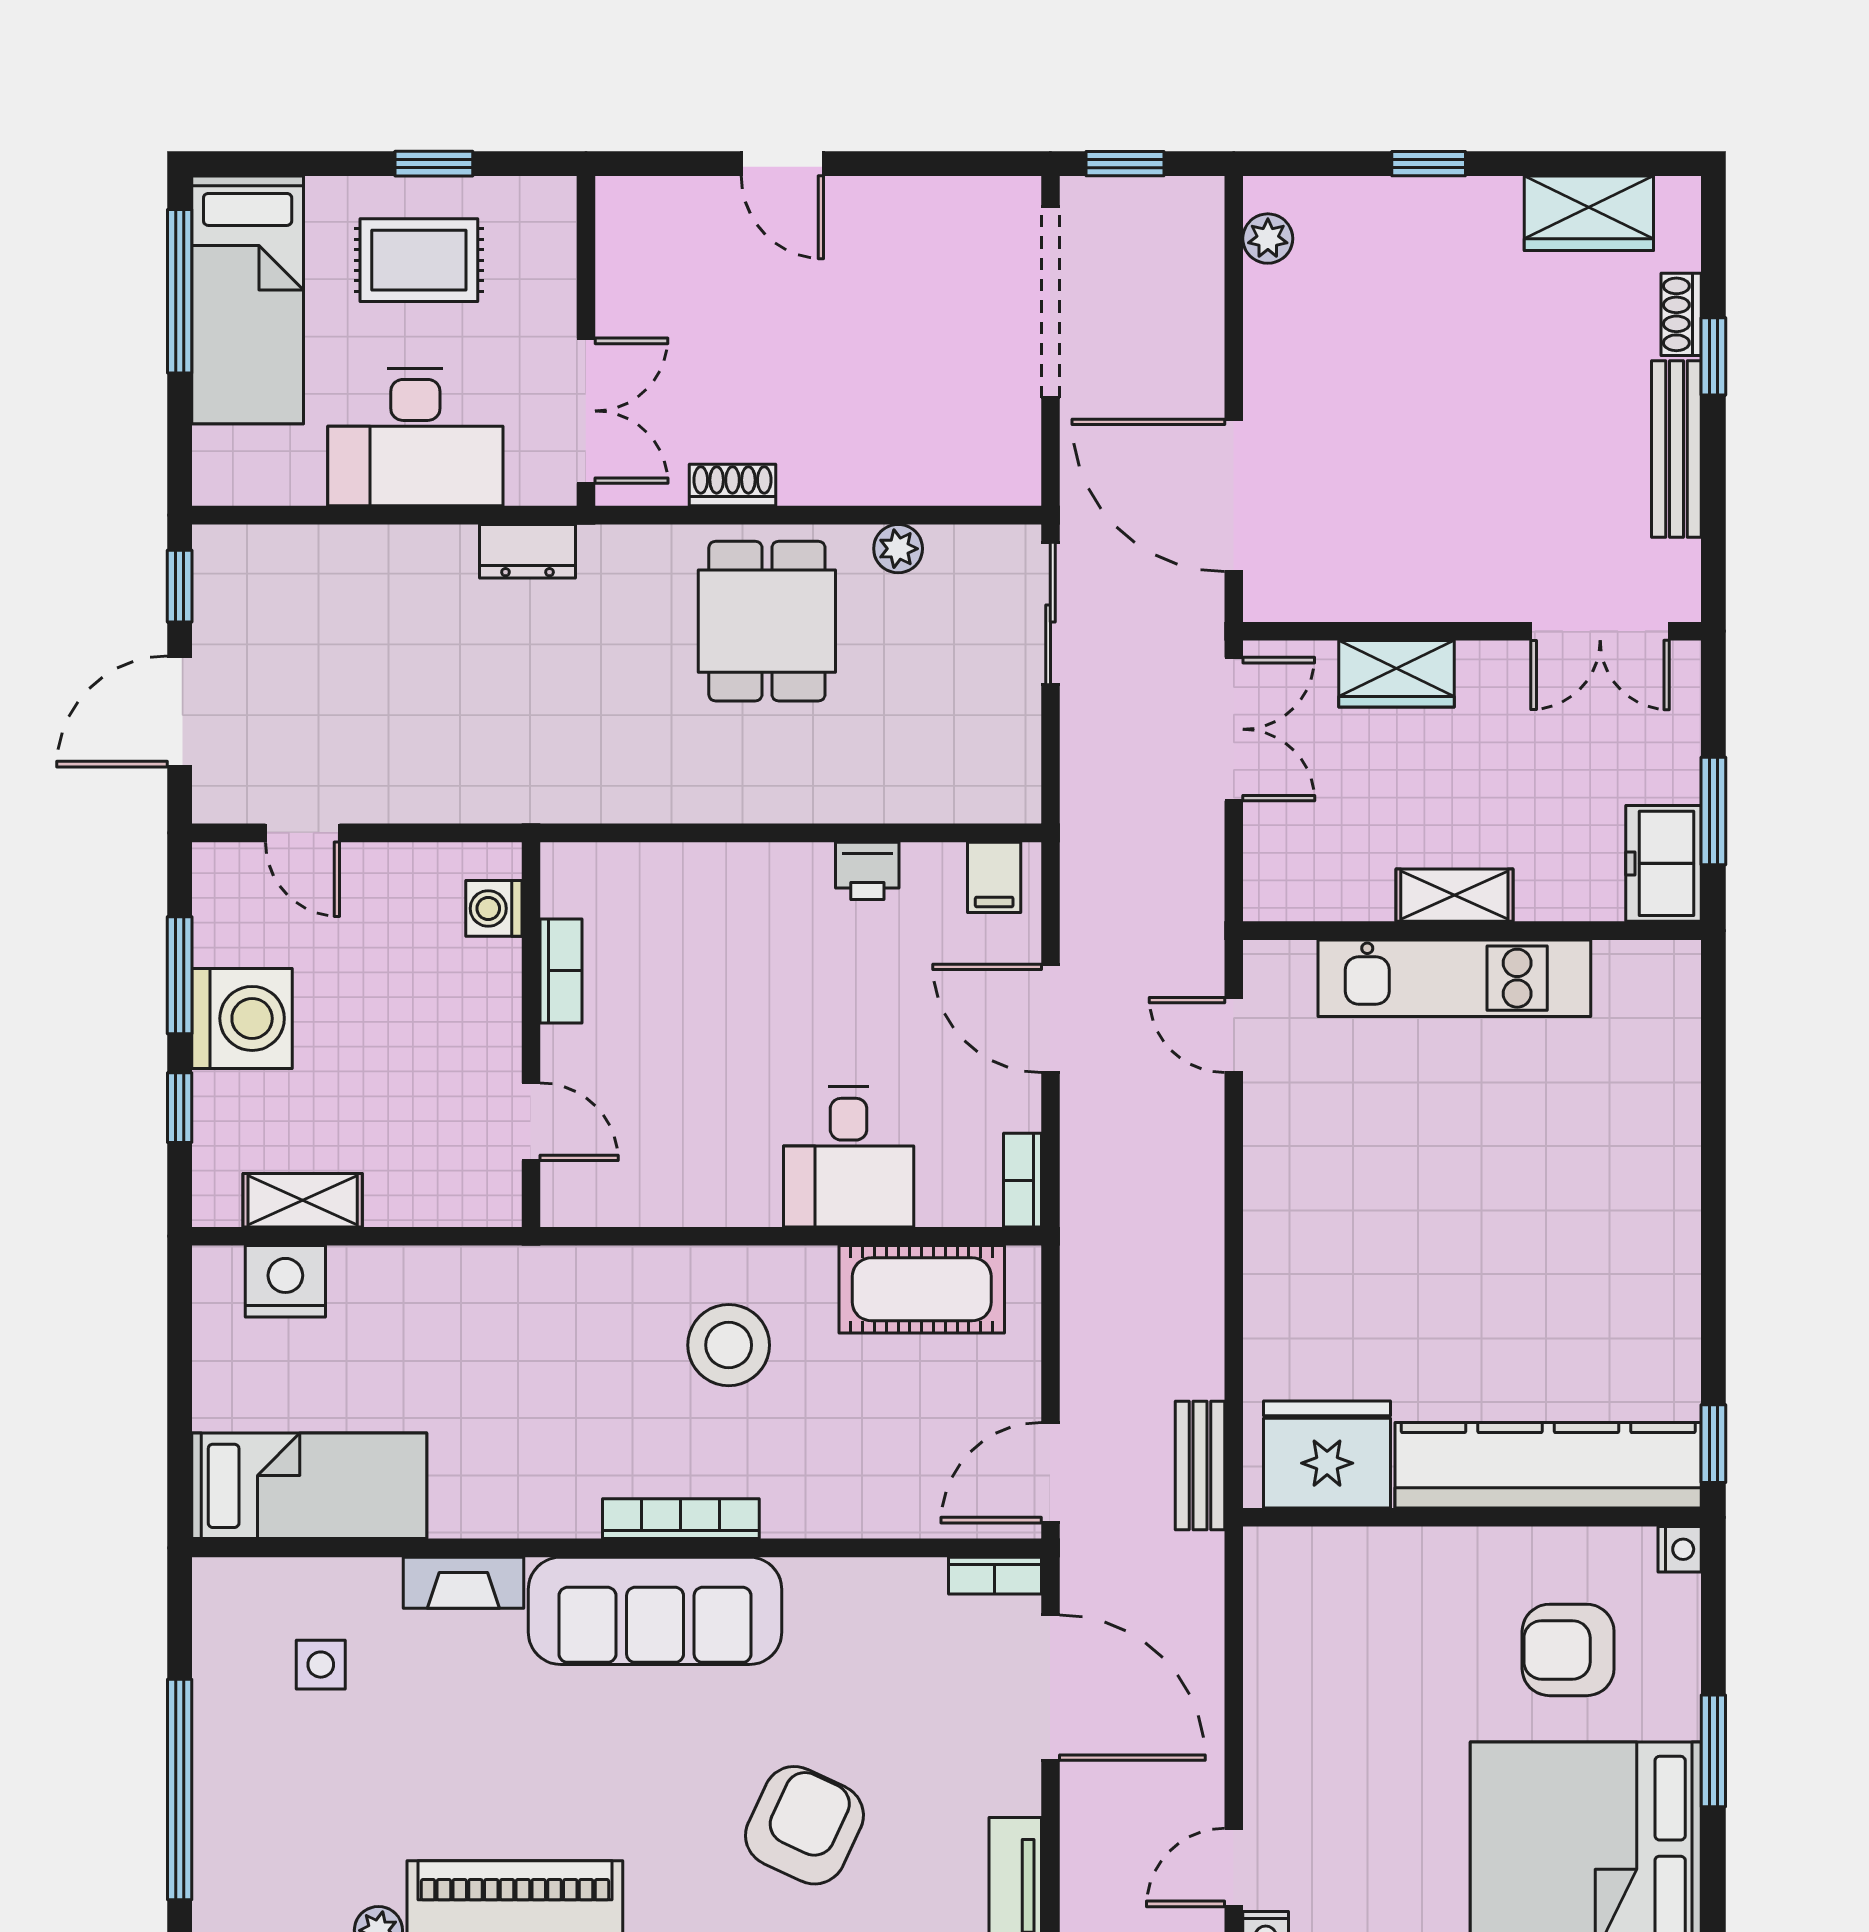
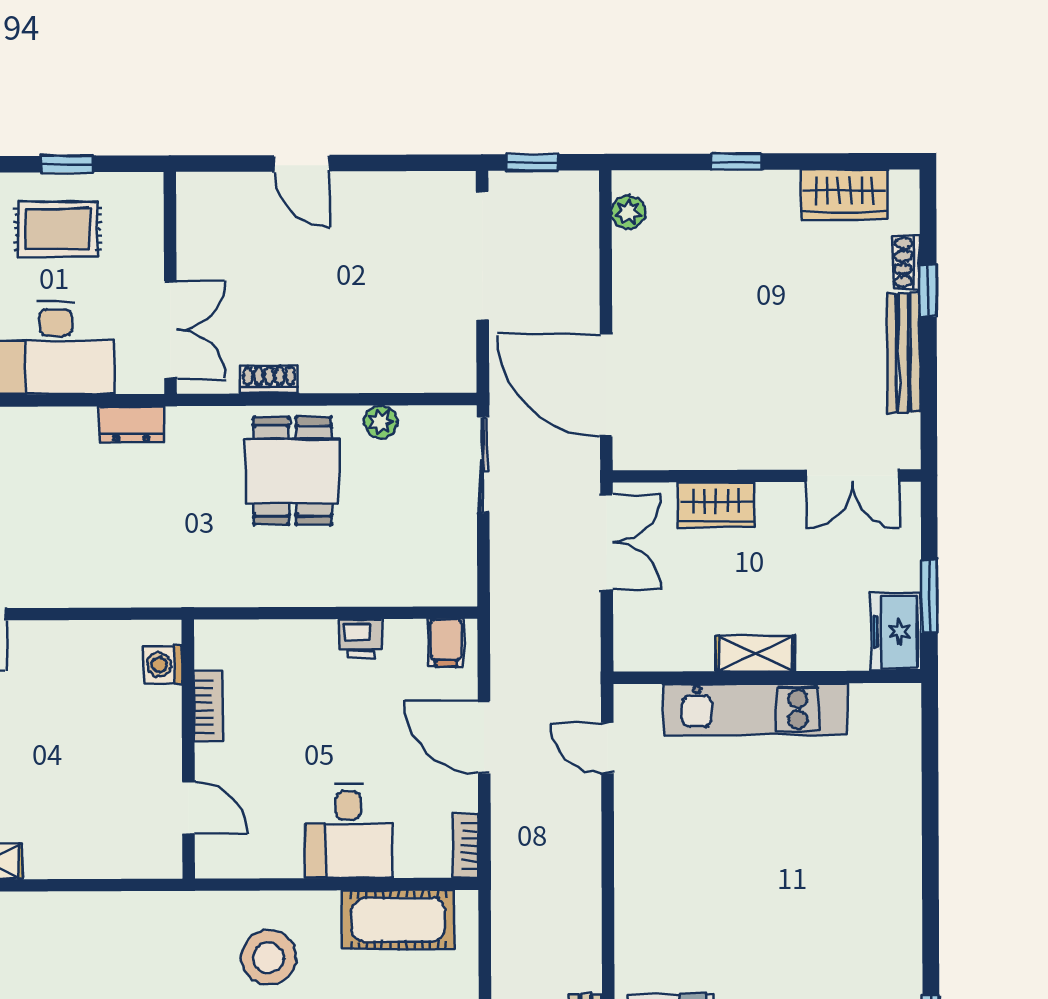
washing machine: (494, 908) -> (163, 664), moved
bookcase: (561, 971) -> (208, 706), moved
wall: (531, 1035) -> (188, 749), moved
door: (531, 1122) -> (188, 808), moved

